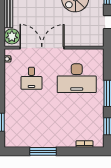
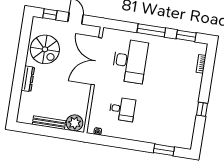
double door: (42, 48) -> (97, 61), moved
window: (43, 151) -> (202, 109), width x0.46

